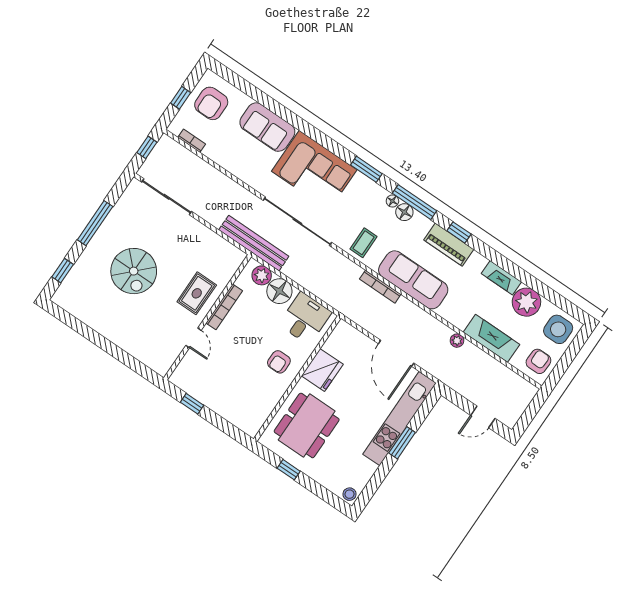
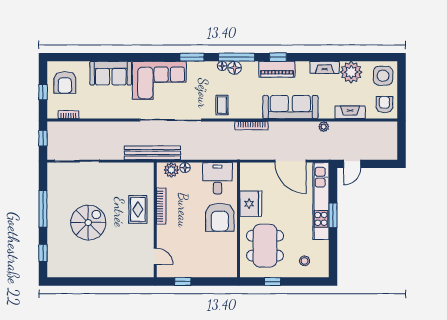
spiral stairs: (134, 271) -> (88, 223), turned -90
sofa: (413, 280) -> (290, 107), moved
floor lamp: (279, 291) -> (185, 168), width x0.53, depth x0.53
door: (194, 338) -> (155, 256), moved
fireplace: (491, 338) -> (350, 112), width x0.73, depth x0.76
armchair: (279, 362) -> (220, 217), width x1.88, depth x1.88
door: (483, 417) -> (352, 164), moved
stool: (350, 494) -> (305, 261), moved

